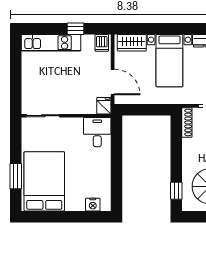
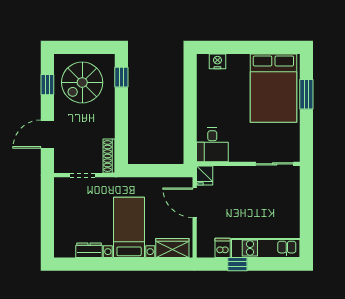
dishwasher: (102, 43) -> (223, 248), moved

